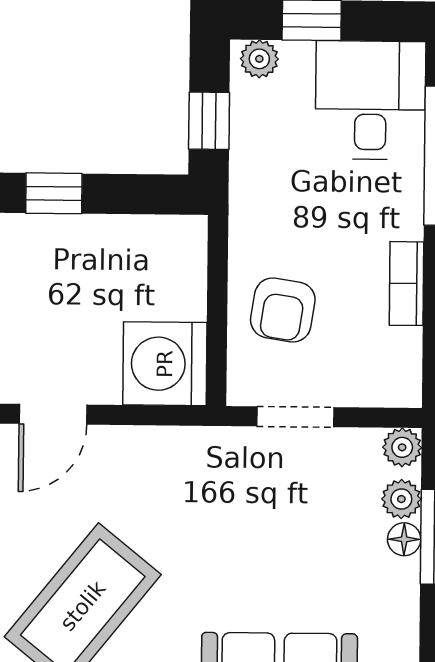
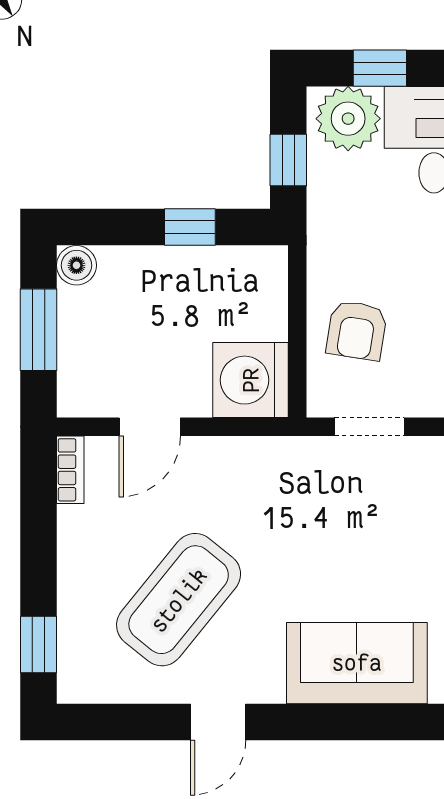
plant: (259, 59) -> (348, 119), width x1.88, depth x1.88
window: (54, 193) -> (190, 227), moved

